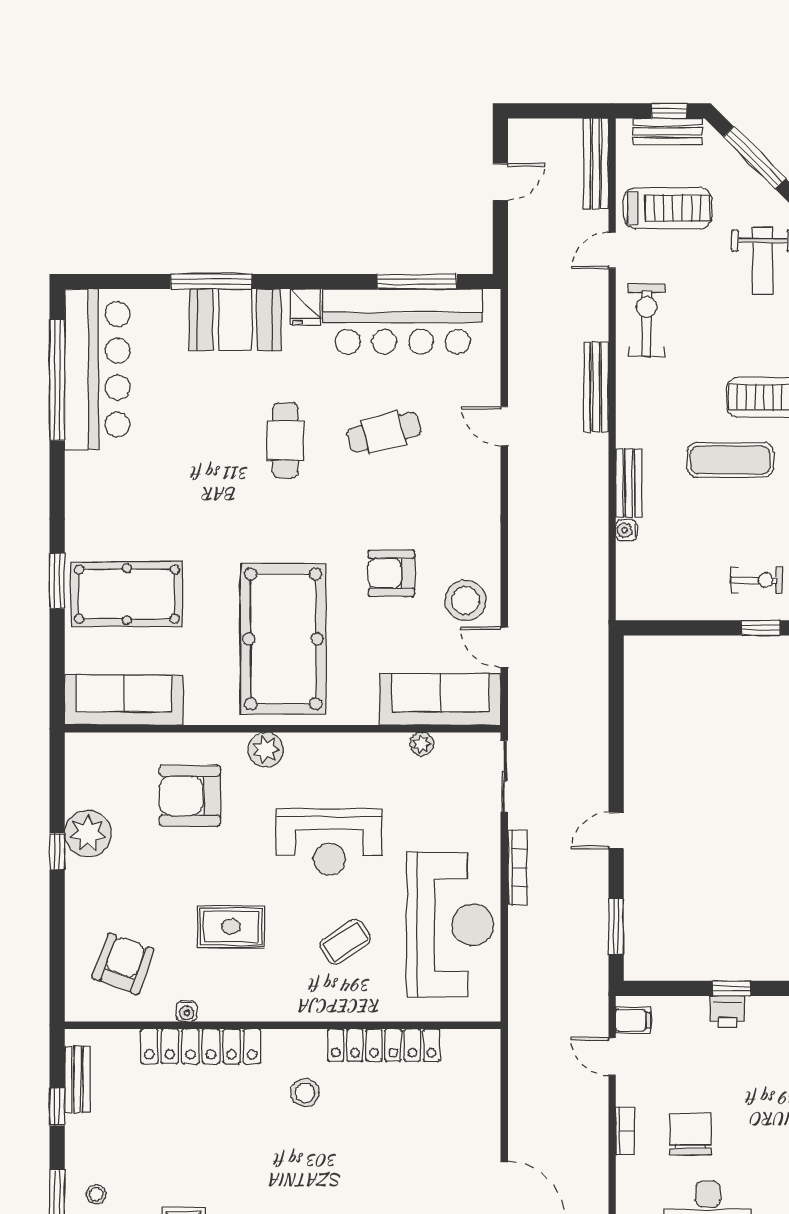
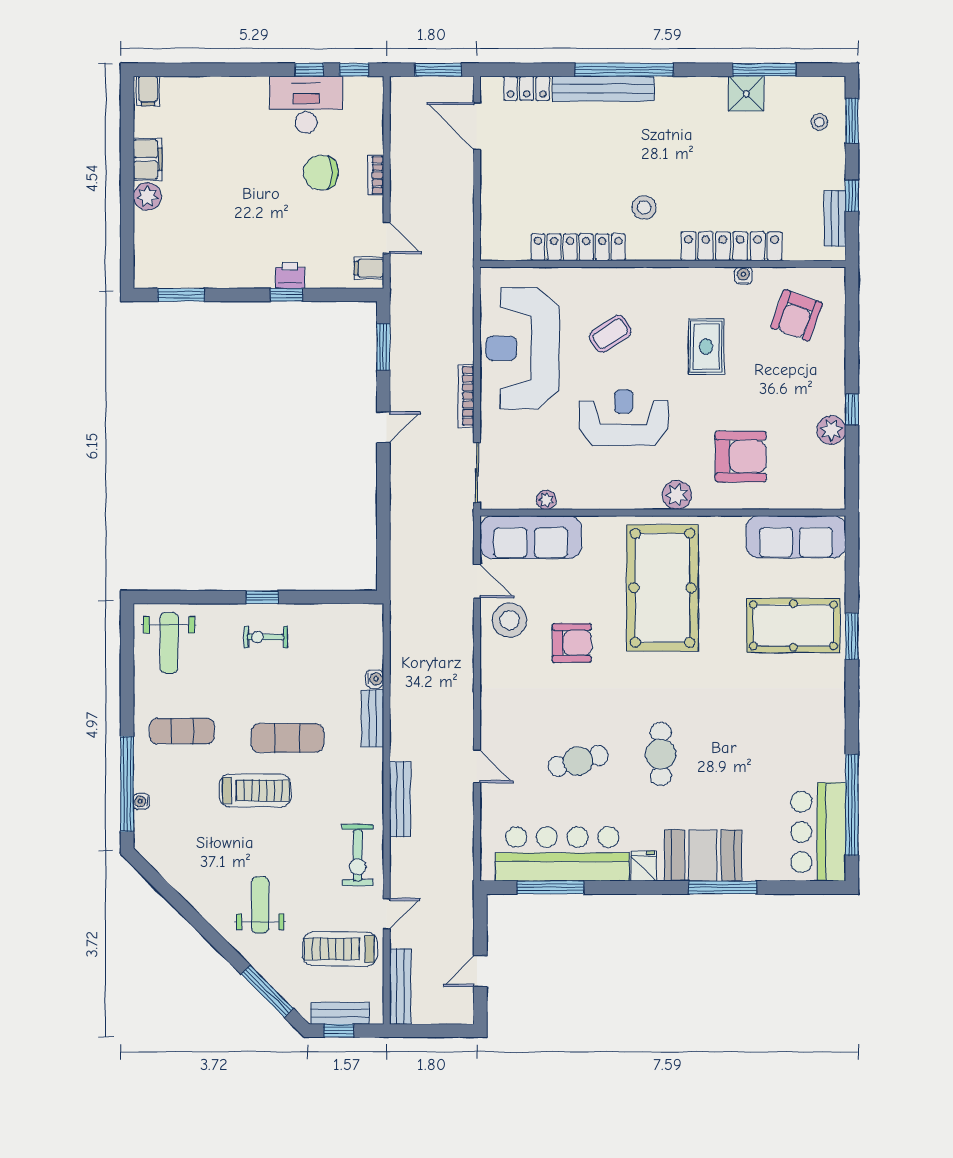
bar counter: (97, 369) -> (818, 832), width x0.73
plant: (88, 833) -> (831, 430), width x0.73, depth x0.73
rug: (231, 927) -> (706, 347), turned 90
chair: (691, 1134) -> (321, 173), turned 90

